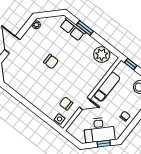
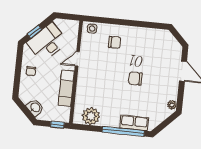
window: (85, 28) -> (123, 131), width x2.11
chair: (66, 103) -> (115, 42), moved

